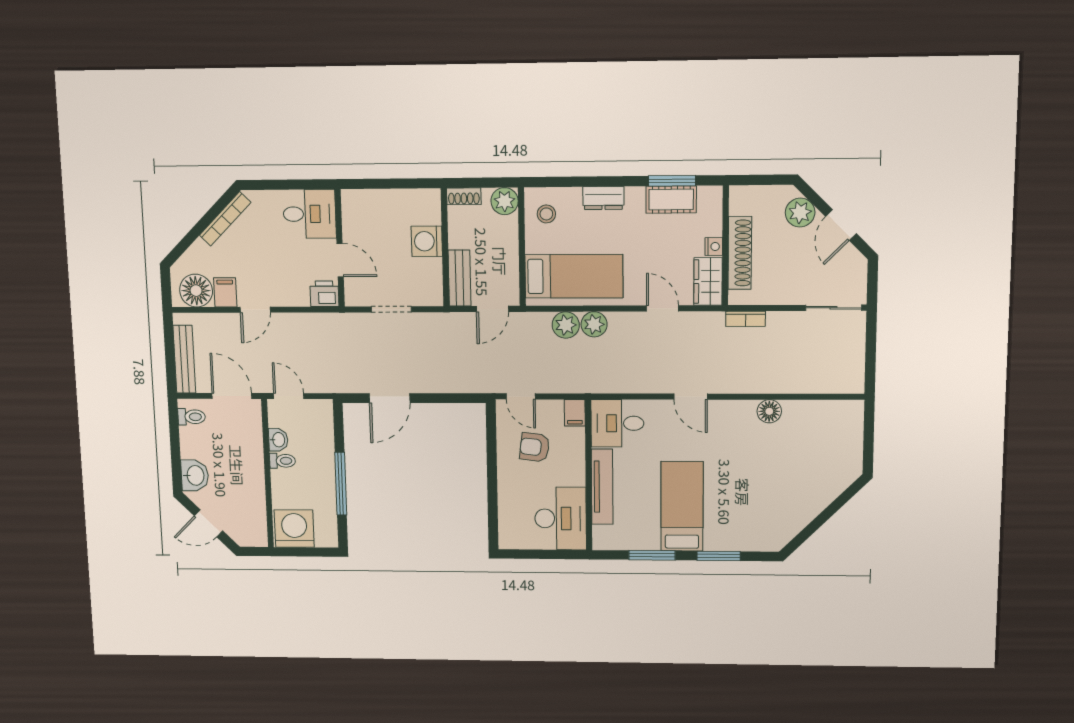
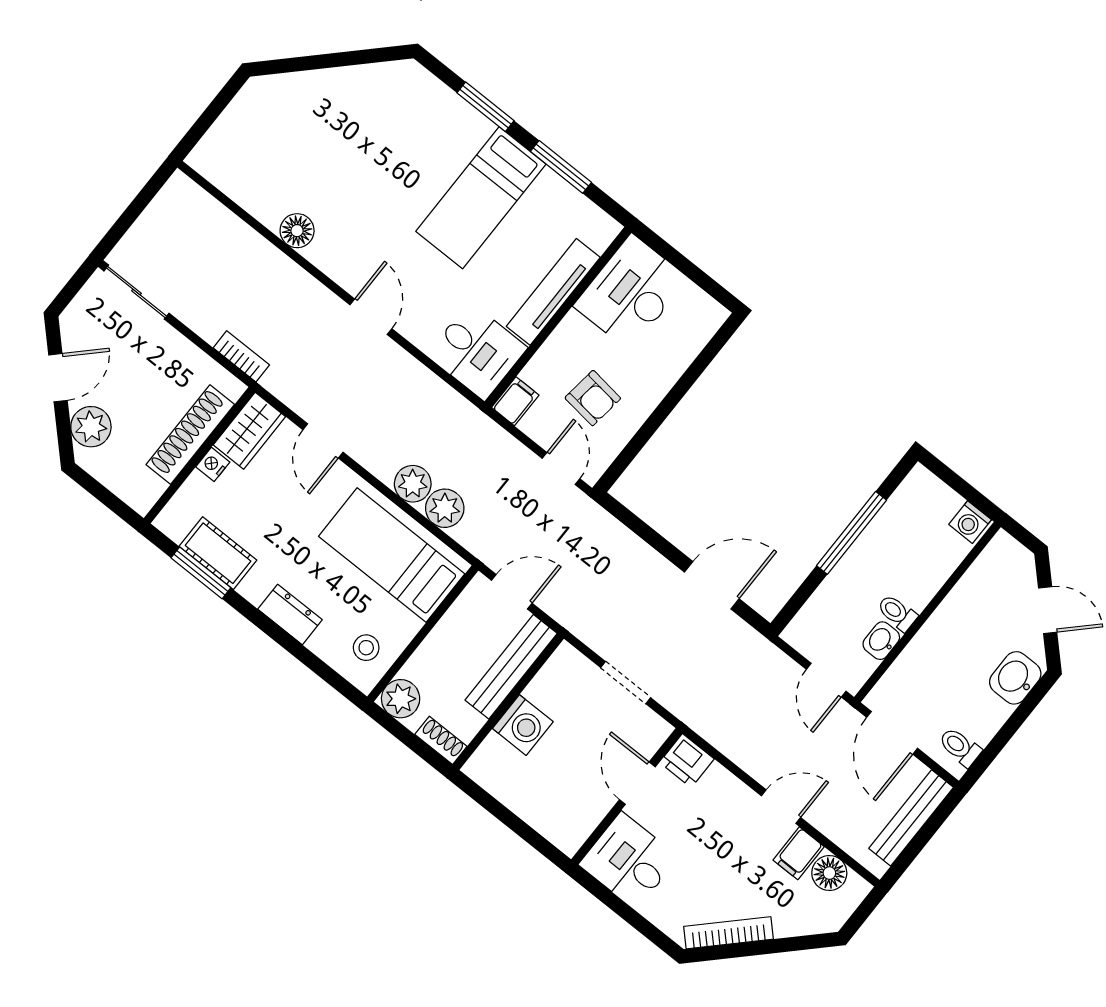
bench: (459, 278) -> (511, 667), width x1.36
floor lamp: (196, 291) -> (829, 873), width x0.73, depth x0.73
washing machine: (294, 529) -> (970, 522), width x0.53, depth x0.53

